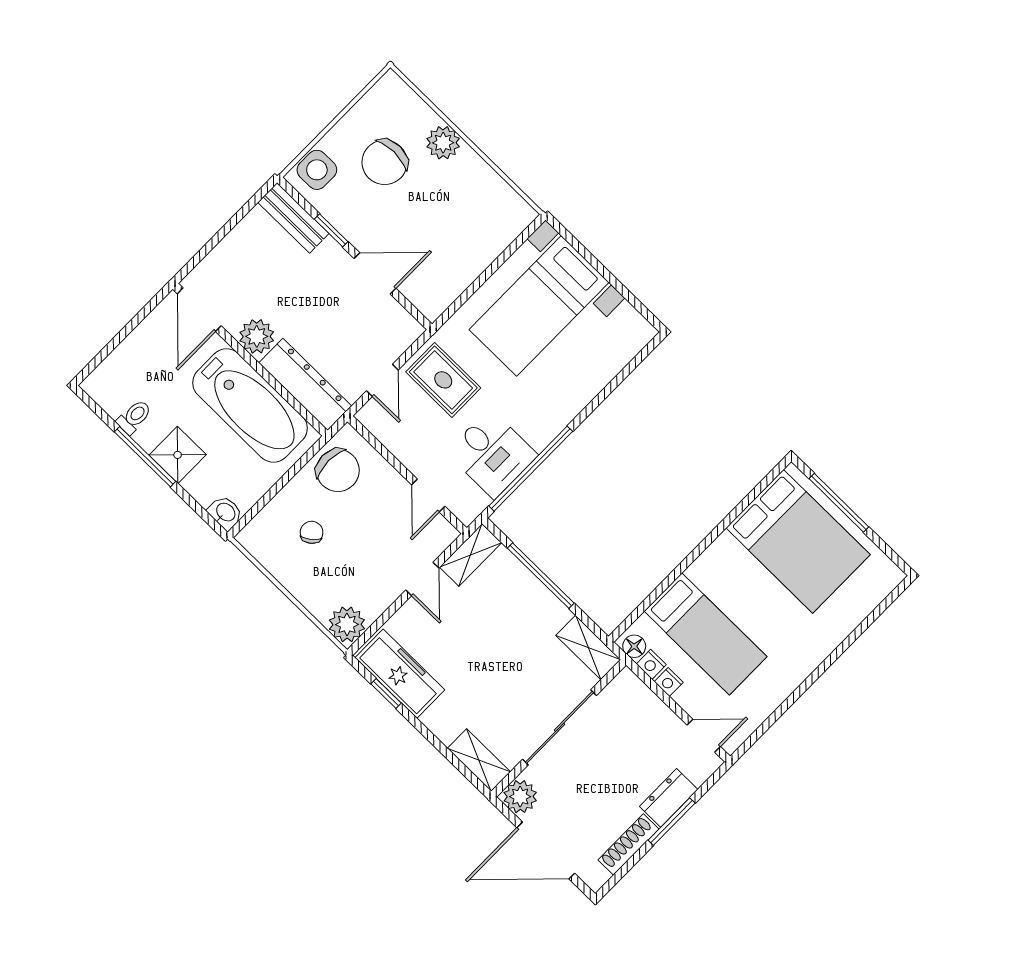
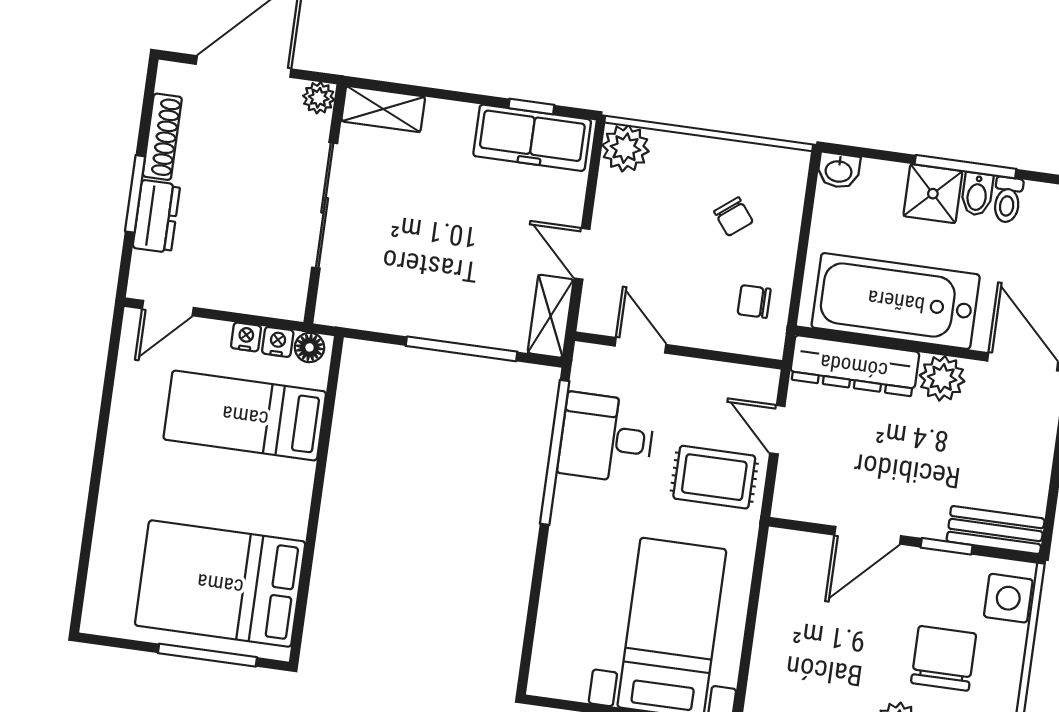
bidet: (150, 434) -> (977, 194), added
chair: (338, 470) -> (754, 301), width x0.54, depth x0.54
shelving: (588, 648) -> (356, 311), removed
plant: (520, 797) -> (319, 98), width x0.73, depth x0.73

